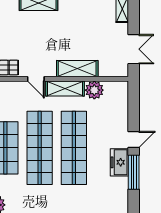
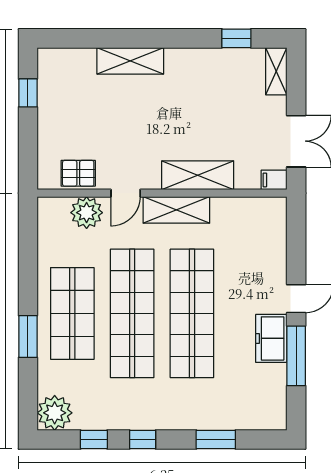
filing cabinet: (121, 71) -> (274, 180), added
door: (36, 79) -> (126, 193), hinge flipped
plant: (94, 90) -> (87, 213), moved

